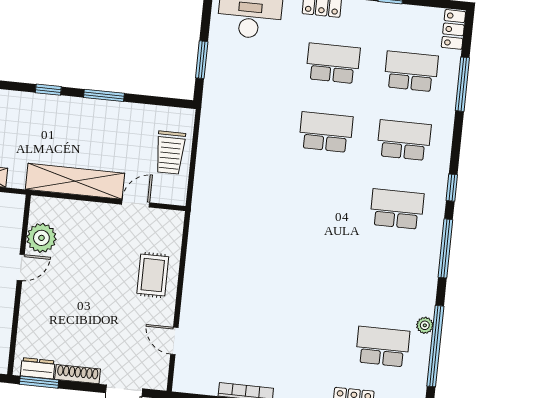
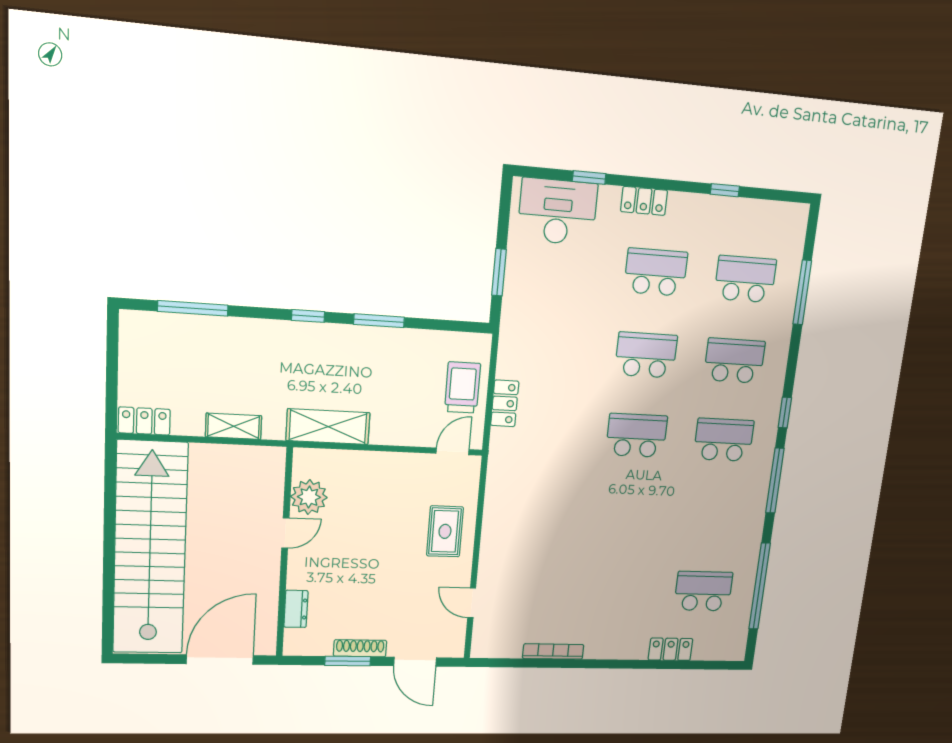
locker: (453, 29) -> (505, 403), moved, turned 180
trolley: (170, 153) -> (463, 387), turned 180
shelving: (75, 181) -> (328, 427), width x0.68
school desk: (319, 201) -> (637, 435), added
door: (136, 203) -> (453, 451), moved
plant: (425, 325) -> (749, 565), removed
dresser: (38, 368) -> (296, 609), moved, turned 90
window: (39, 382) -> (348, 661), moved

